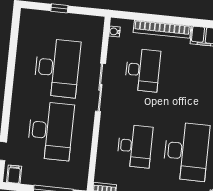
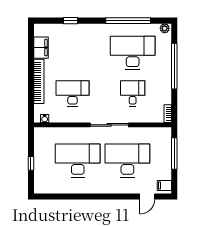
sliding door: (100, 87) -> (109, 125), moved
desk: (135, 146) -> (133, 93), width x0.73

